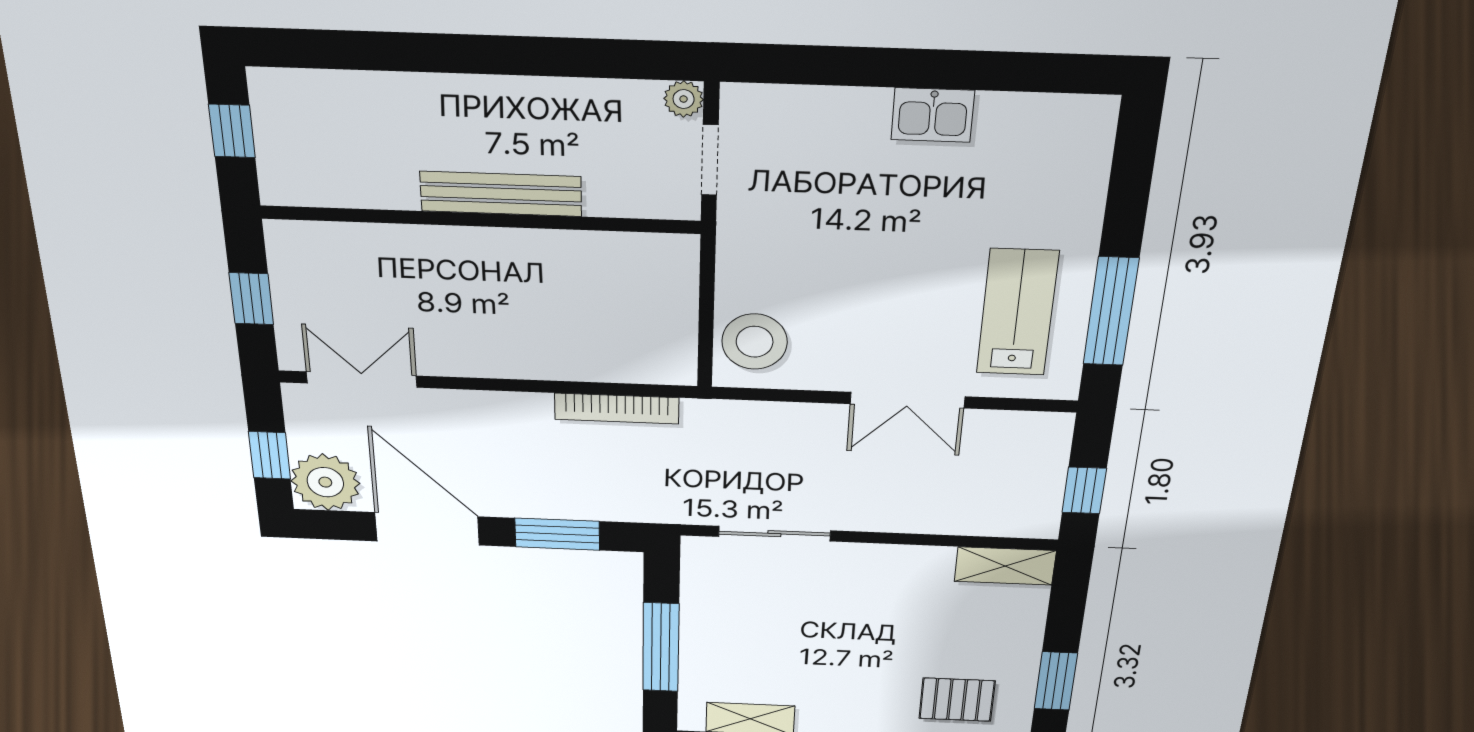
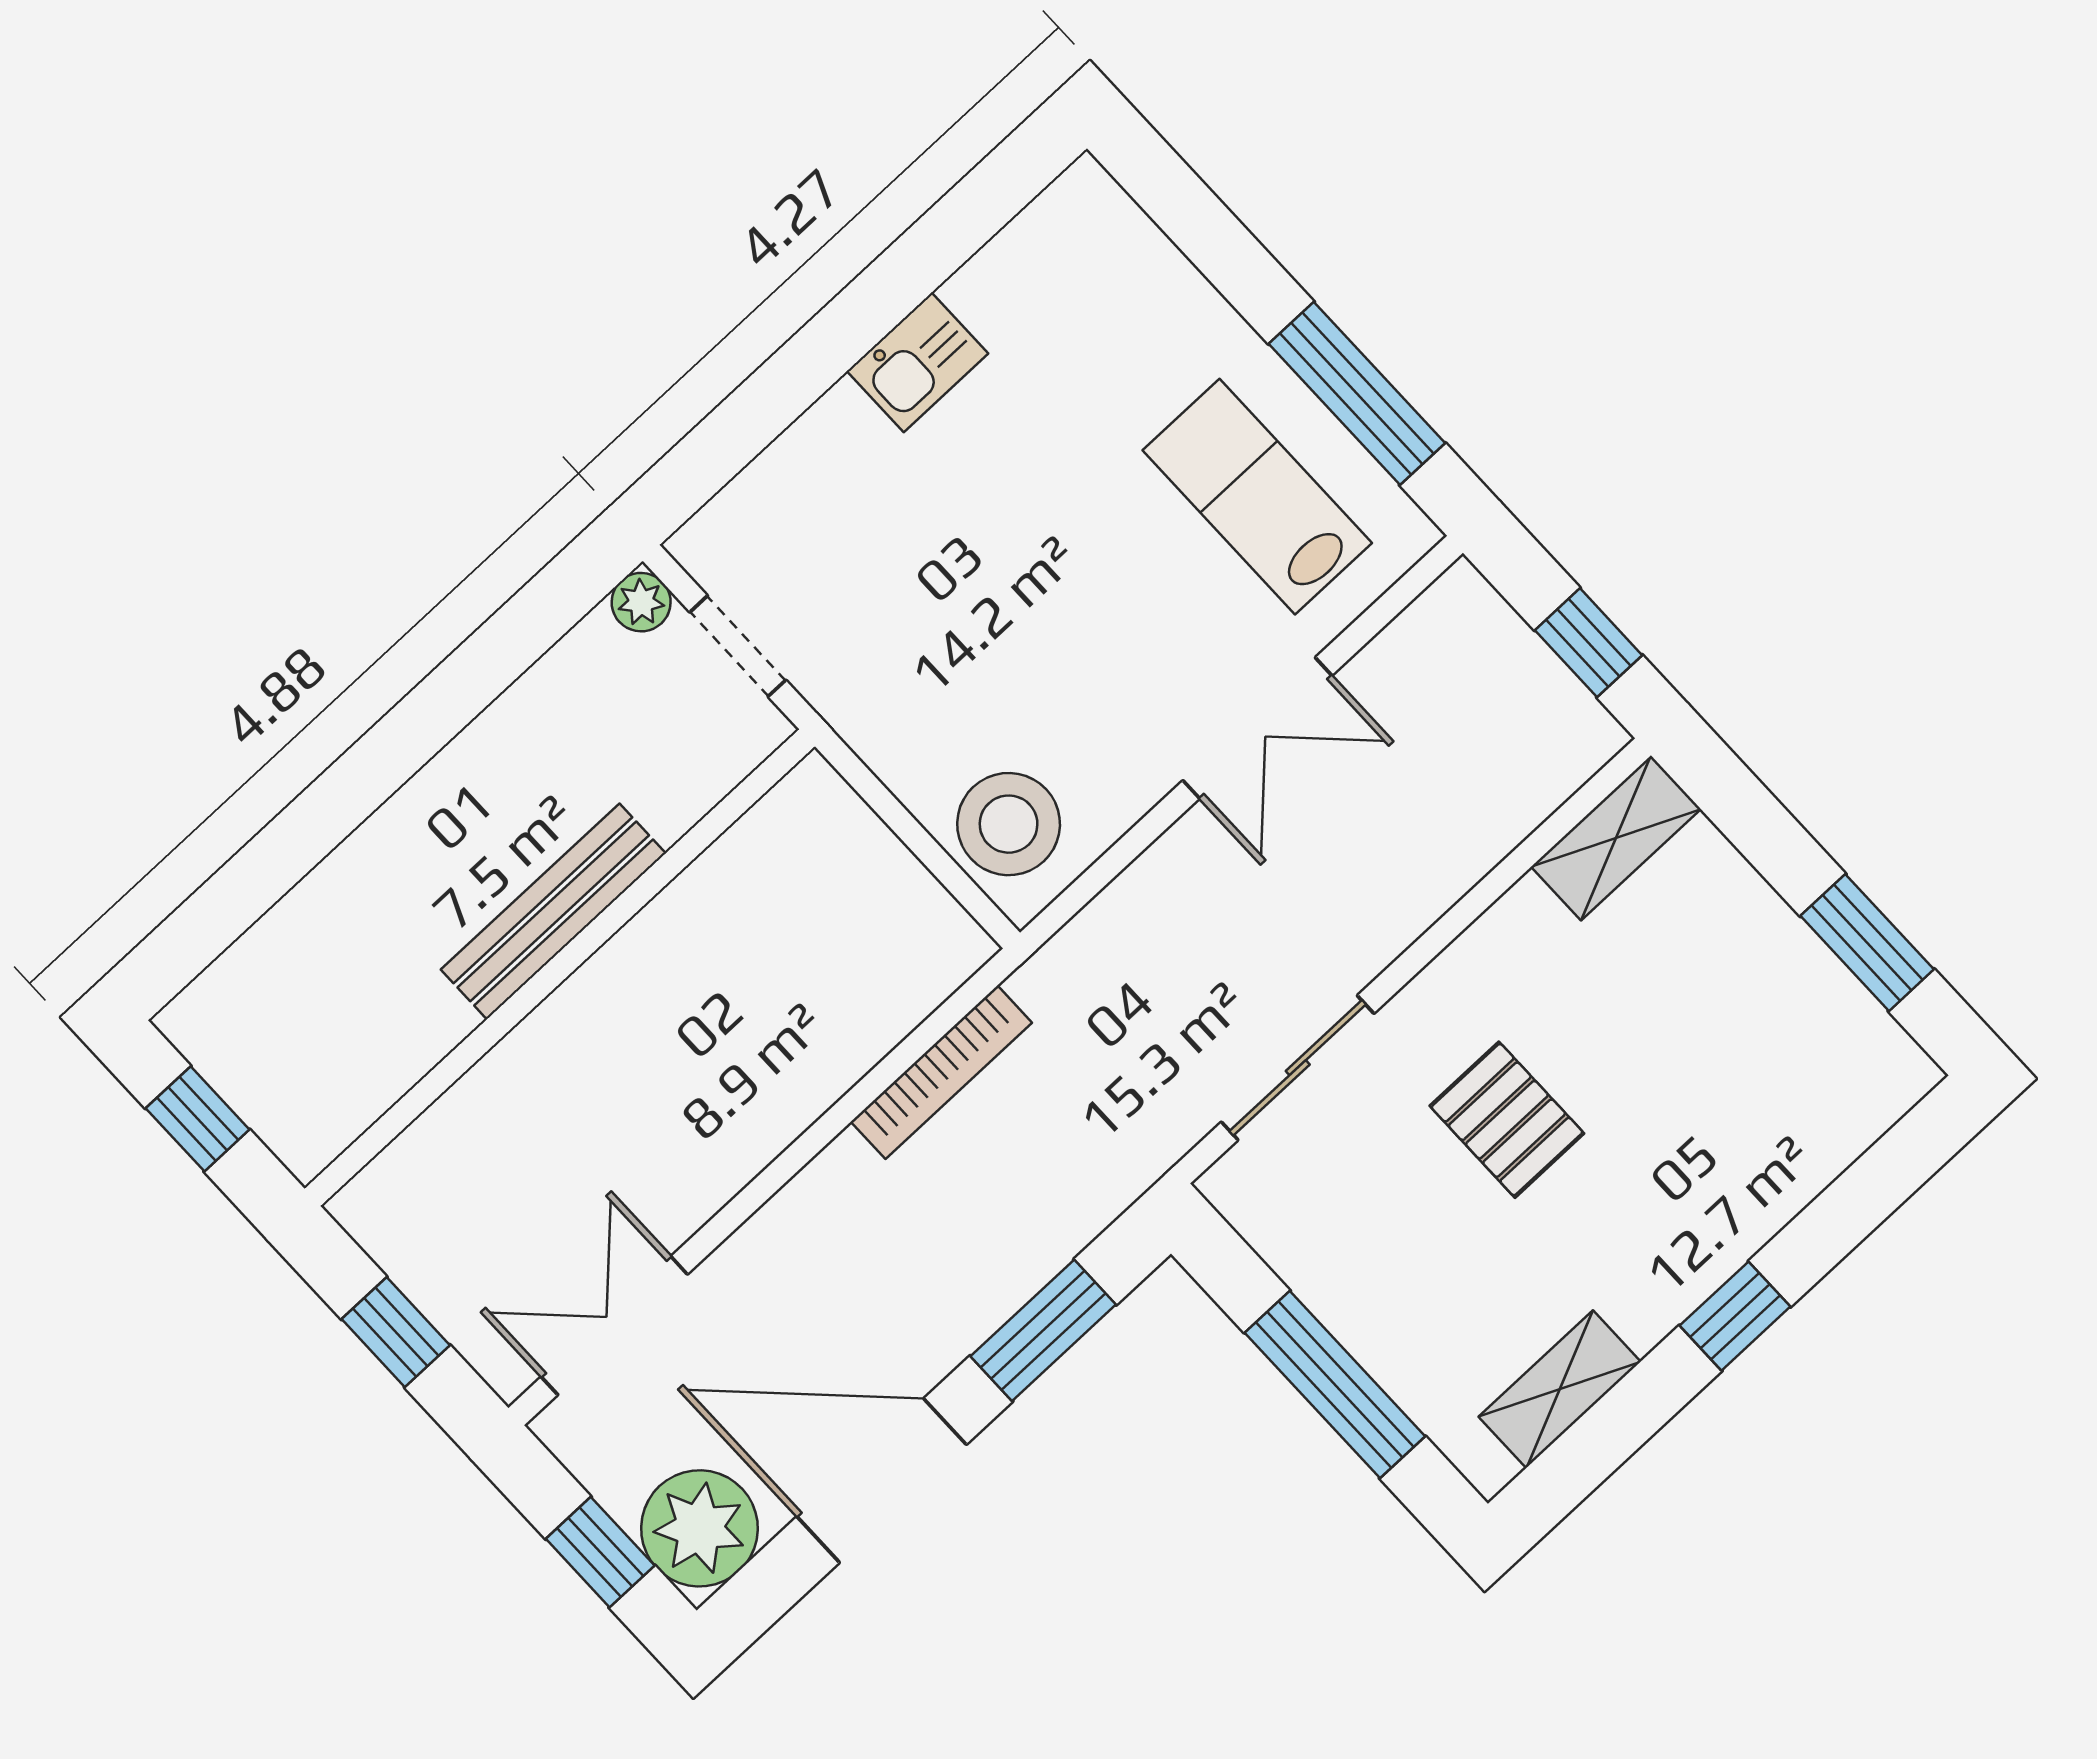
pallet: (957, 700) -> (1507, 1120), moved, turned 90

